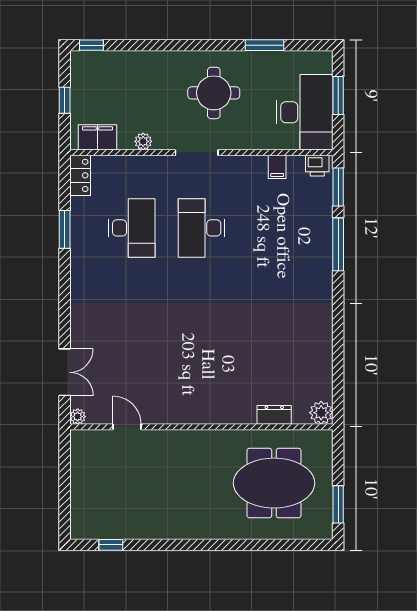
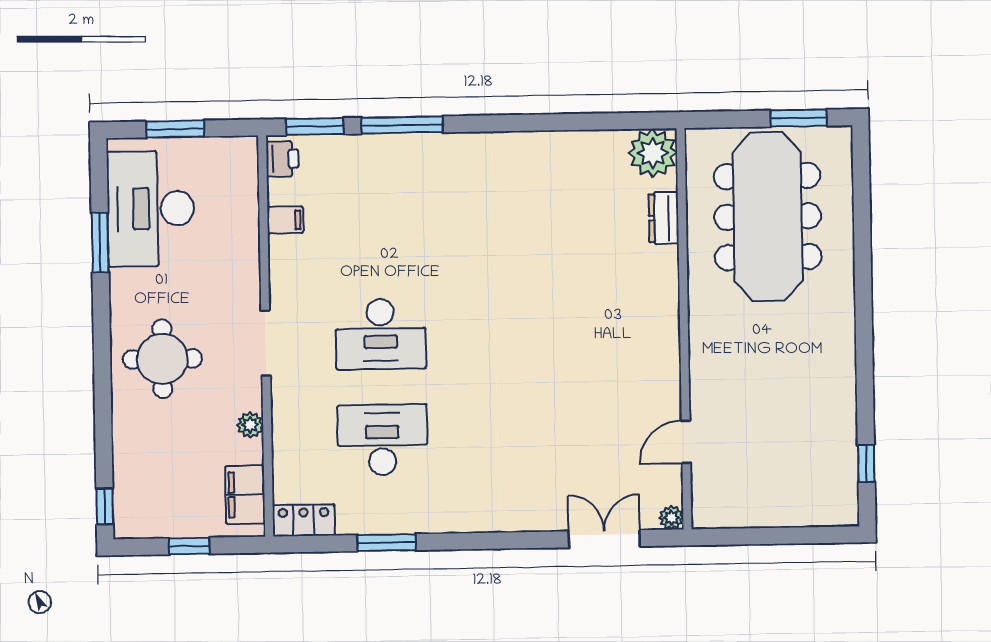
round table: (214, 93) -> (162, 359), moved
desk: (305, 112) -> (151, 209), moved, turned -90
plant: (321, 413) -> (653, 153), width x1.36, depth x1.36
meeting table: (274, 483) -> (768, 216), width x1.36

